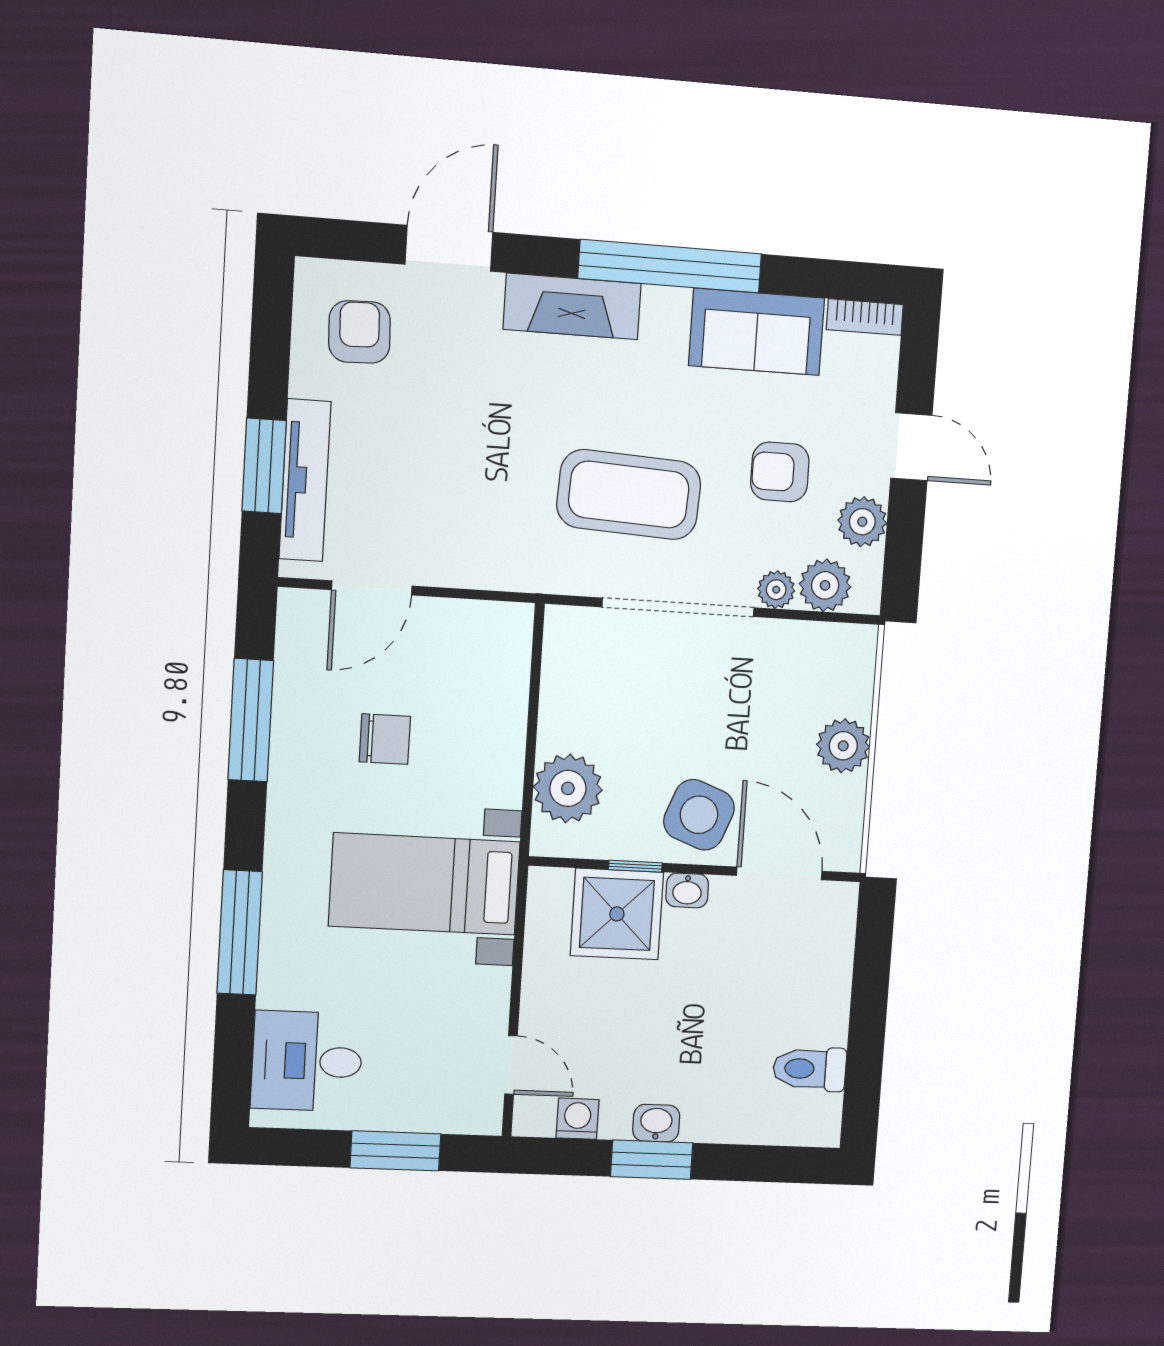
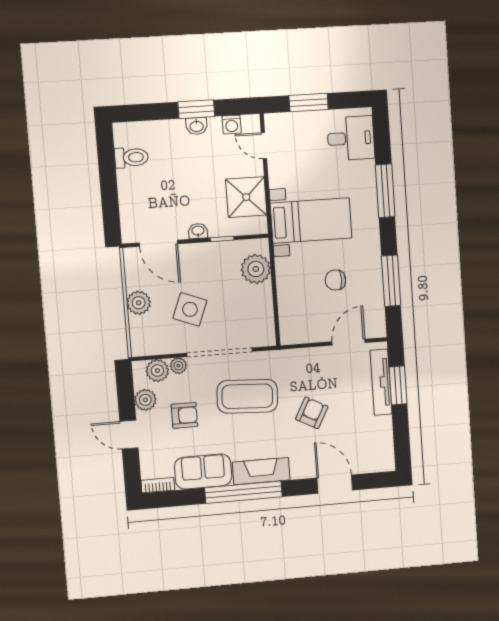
door: (449, 248) -> (335, 484), swing flipped
fireplace: (572, 306) -> (261, 471), moved
armchair: (359, 332) -> (312, 413), moved, turned -150
side table: (699, 815) -> (190, 309), moved
shower: (617, 914) -> (246, 197), moved

